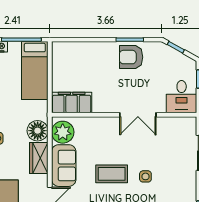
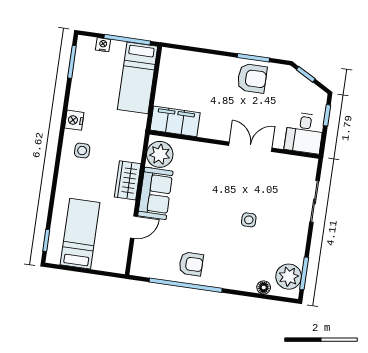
armchair: (131, 57) -> (252, 78), turned 180
double door: (138, 115) -> (250, 147), swing flipped
floor lamp: (38, 131) -> (131, 148), removed
coffee table: (112, 174) -> (210, 211), removed

